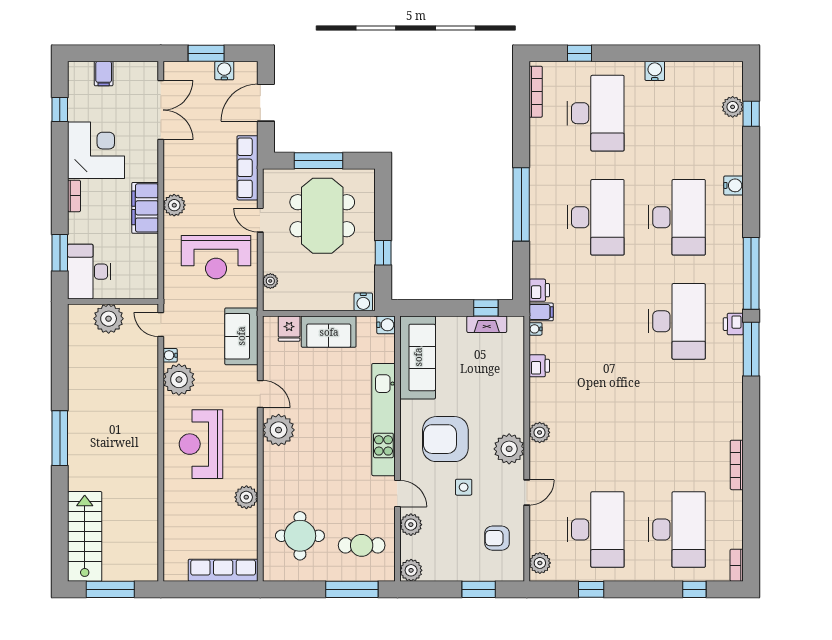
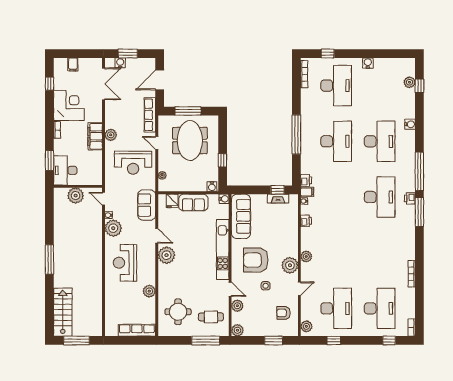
water cooler: (224, 71) -> (120, 63), moved

